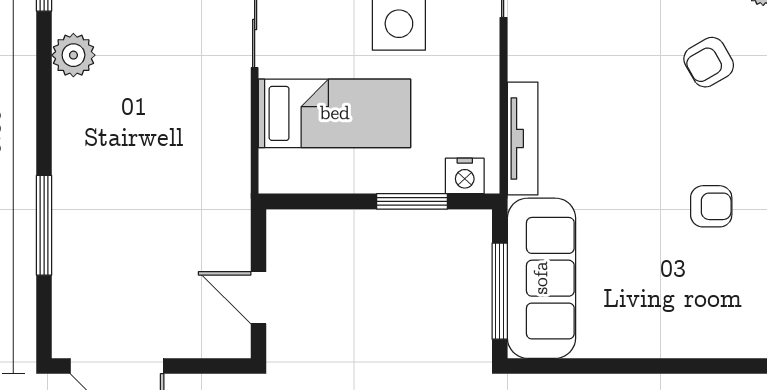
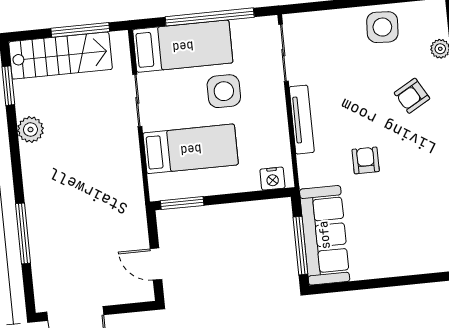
tv unit: (523, 138) -> (302, 120), moved
window: (412, 201) -> (182, 203), moved
armchair: (711, 206) -> (366, 160), moved, turned -90

